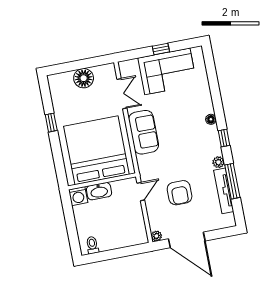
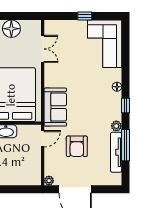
corner sofa: (167, 71) -> (105, 44), moved, turned 90
sofa: (144, 132) -> (55, 107), moved

